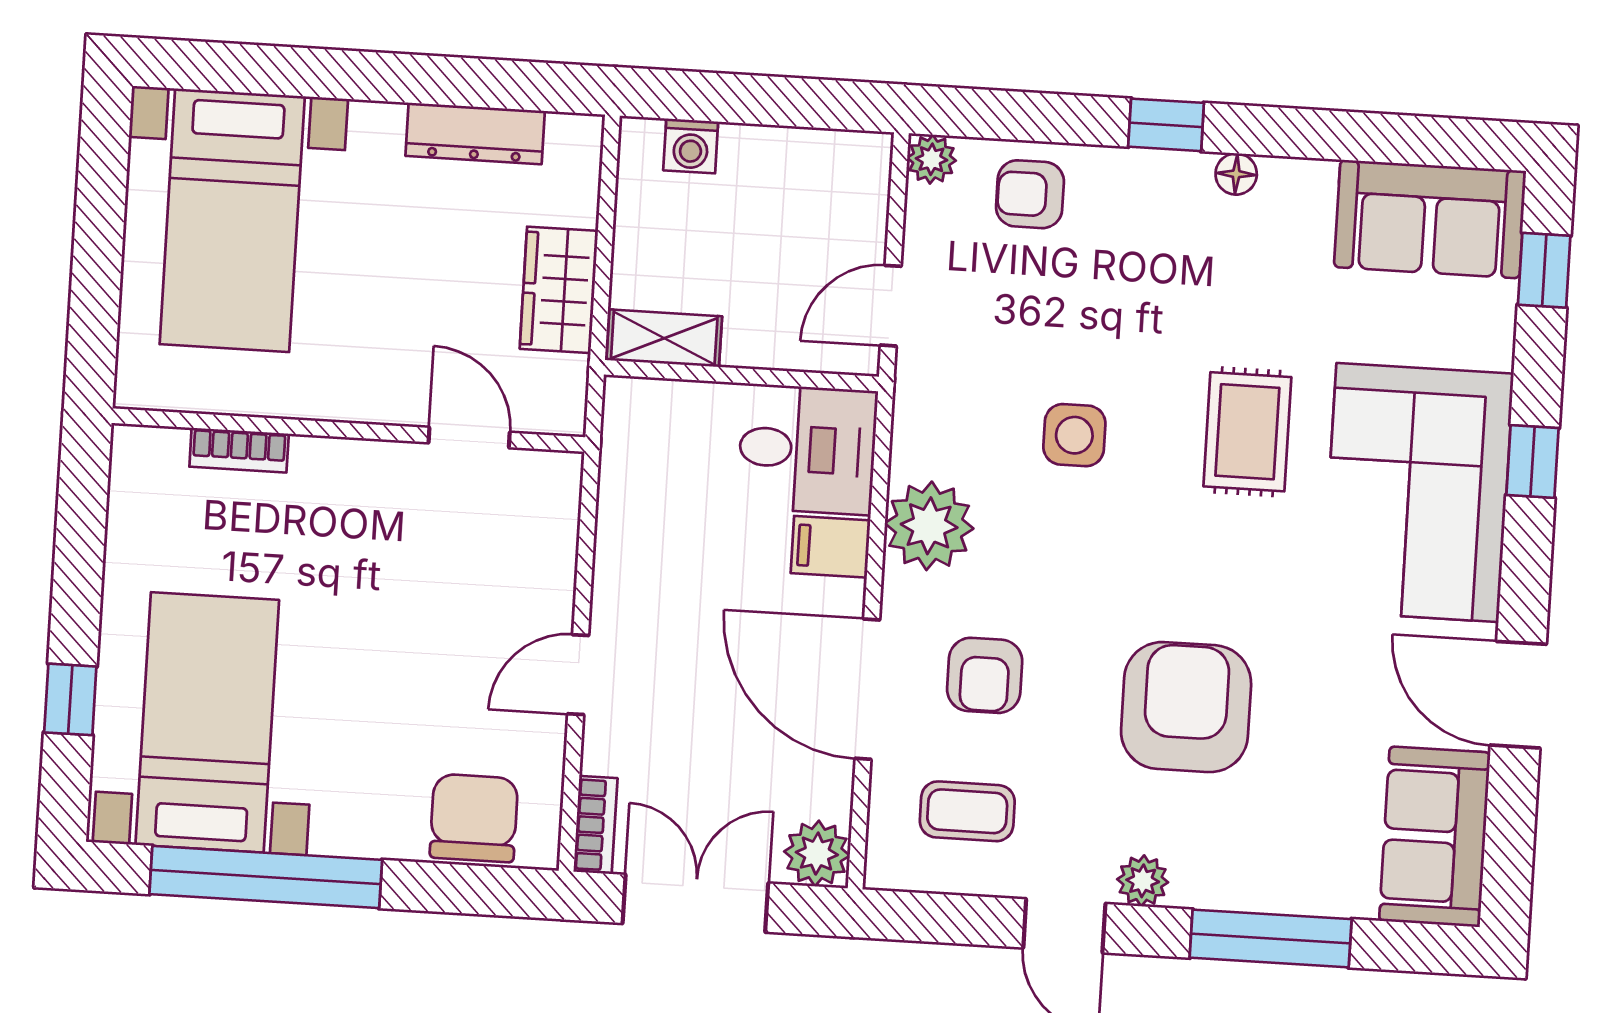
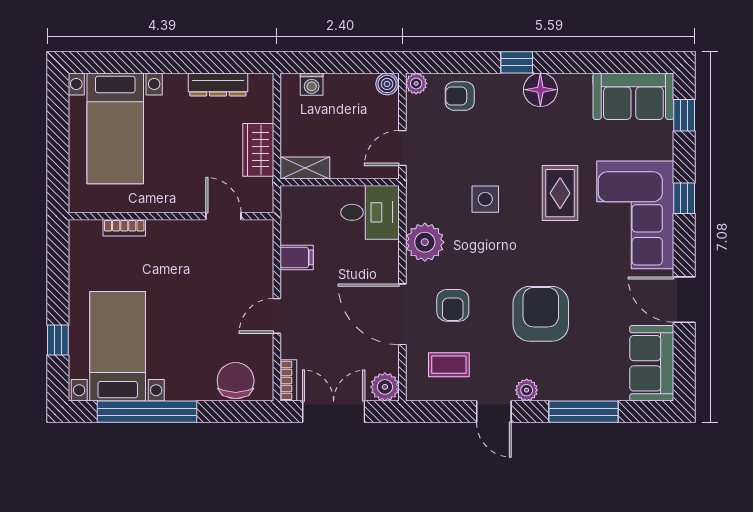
boiler: (864, 156) -> (387, 84), added
floor lamp: (1236, 174) -> (540, 90), width x1.89, depth x1.89
filing cabinet: (830, 547) -> (297, 257), moved, turned 180

